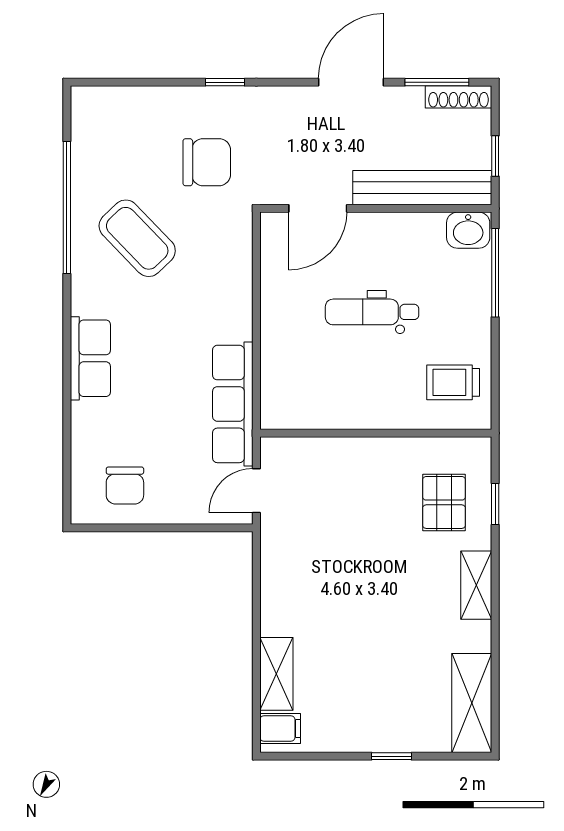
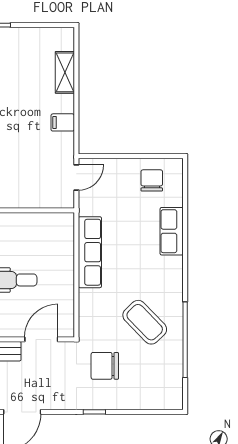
row of seats: (90, 358) -> (172, 231), moved
row of seats: (233, 404) -> (90, 252), moved
filing cabinet: (280, 729) -> (63, 122), moved

